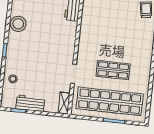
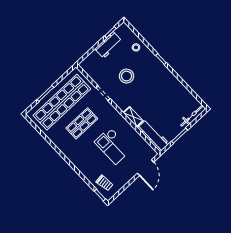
stool: (18, 24) -> (127, 76), moved
checkout: (110, 29) -> (113, 146), added
shelving: (64, 103) -> (133, 117), moved

